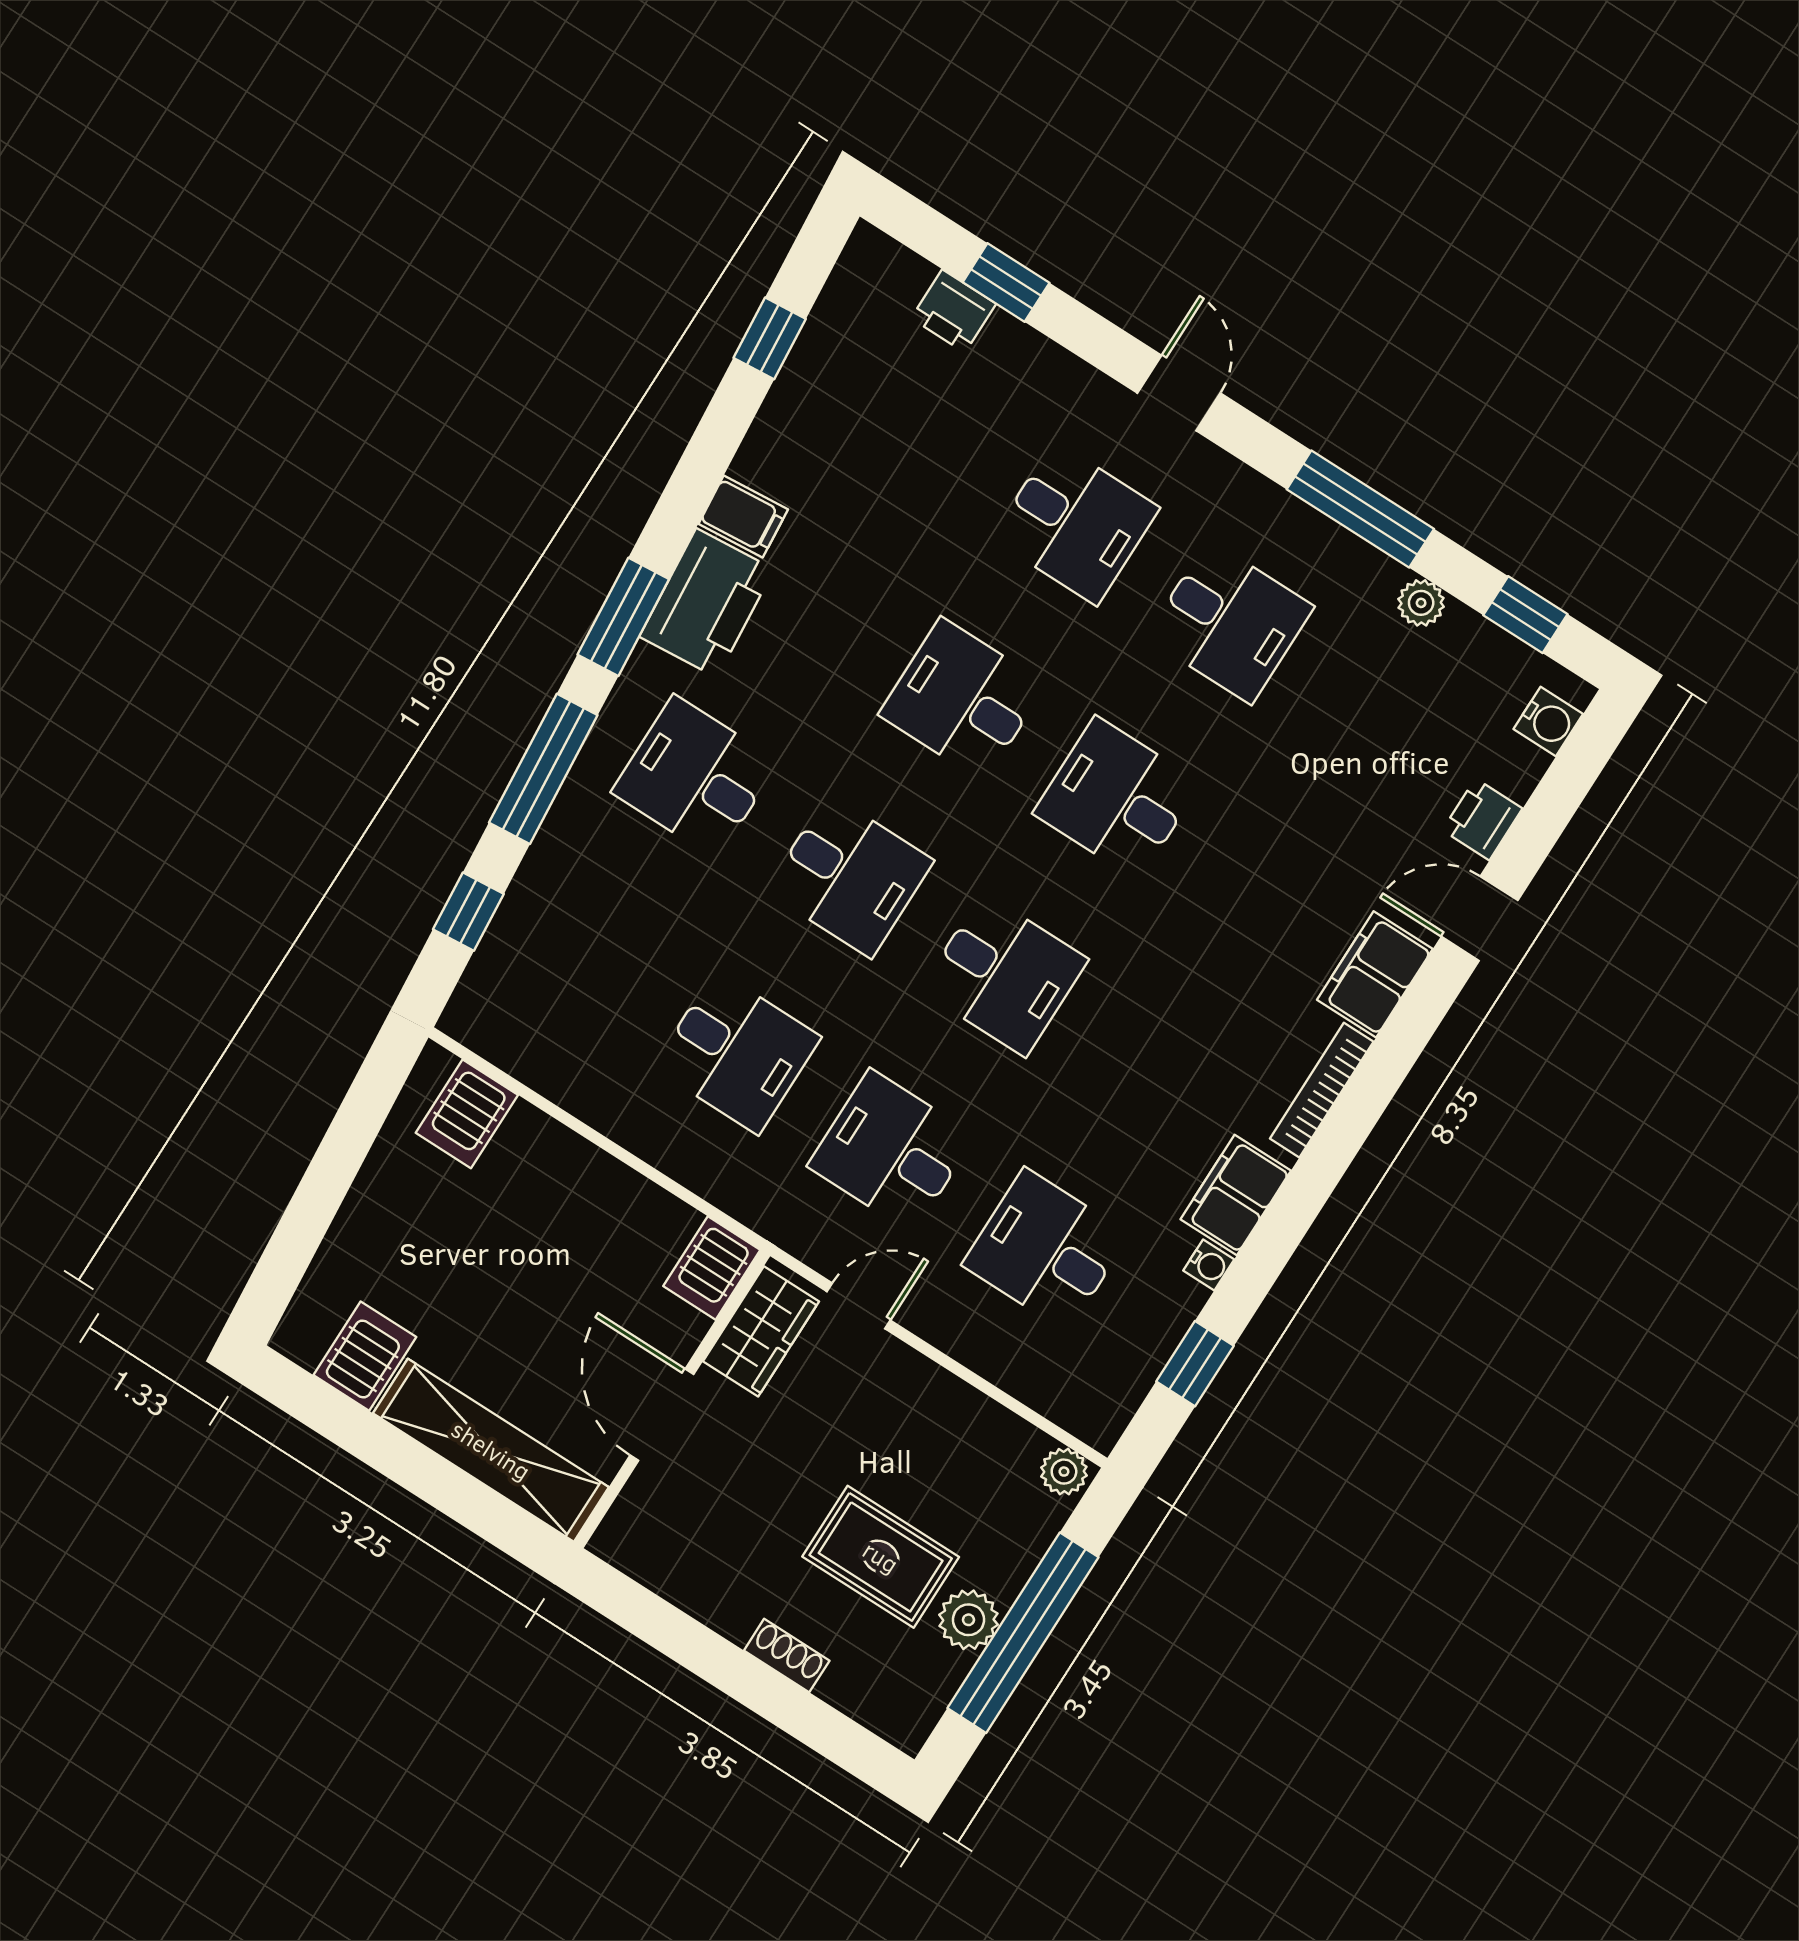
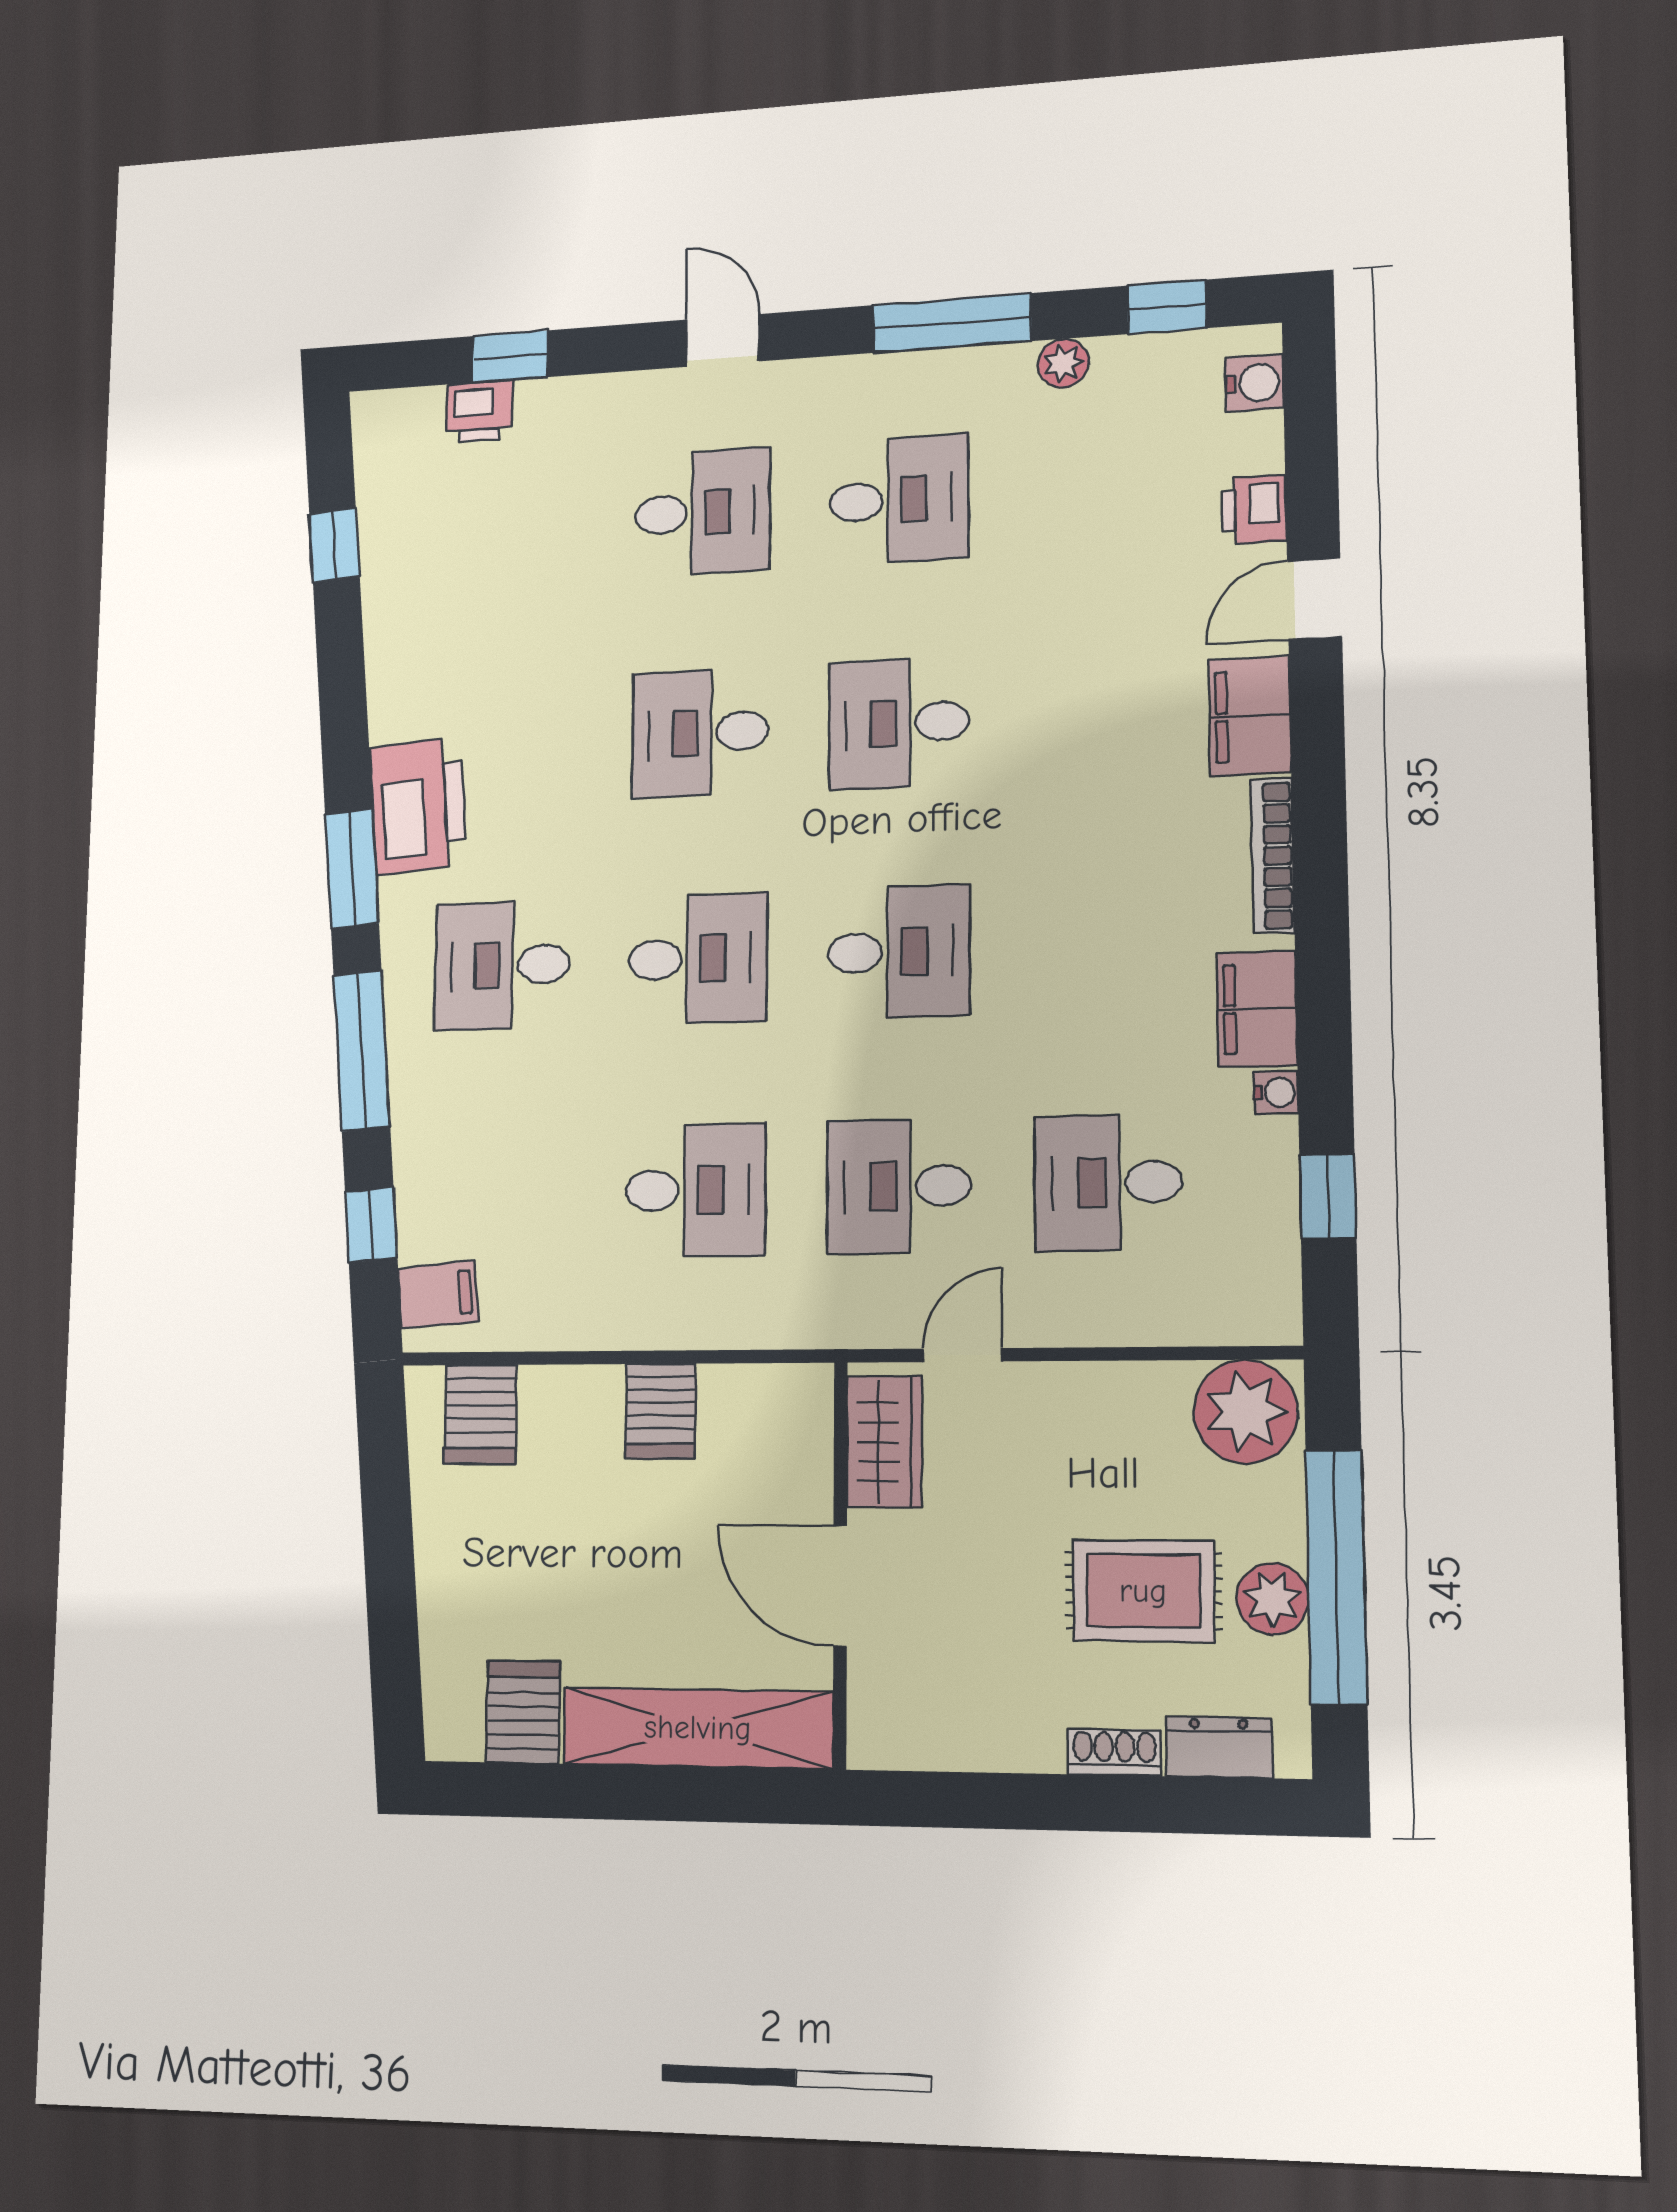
filing cabinet: (743, 517) -> (438, 1295), moved
server rack: (712, 1268) -> (661, 1411), moved
plant: (1064, 1472) -> (1245, 1412), width x1.87, depth x1.87
dresser: (863, 1698) -> (1219, 1747), added

